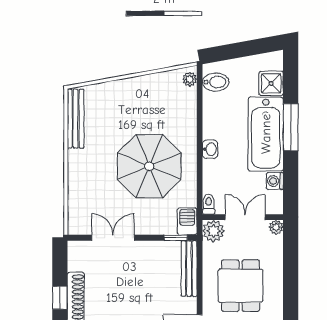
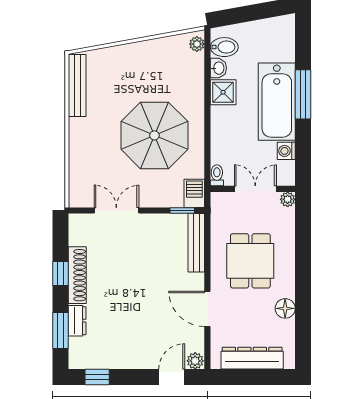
shower: (271, 83) -> (223, 92), moved
washbasin: (210, 149) -> (218, 68), moved
plant: (213, 231) -> (222, 203), removed

